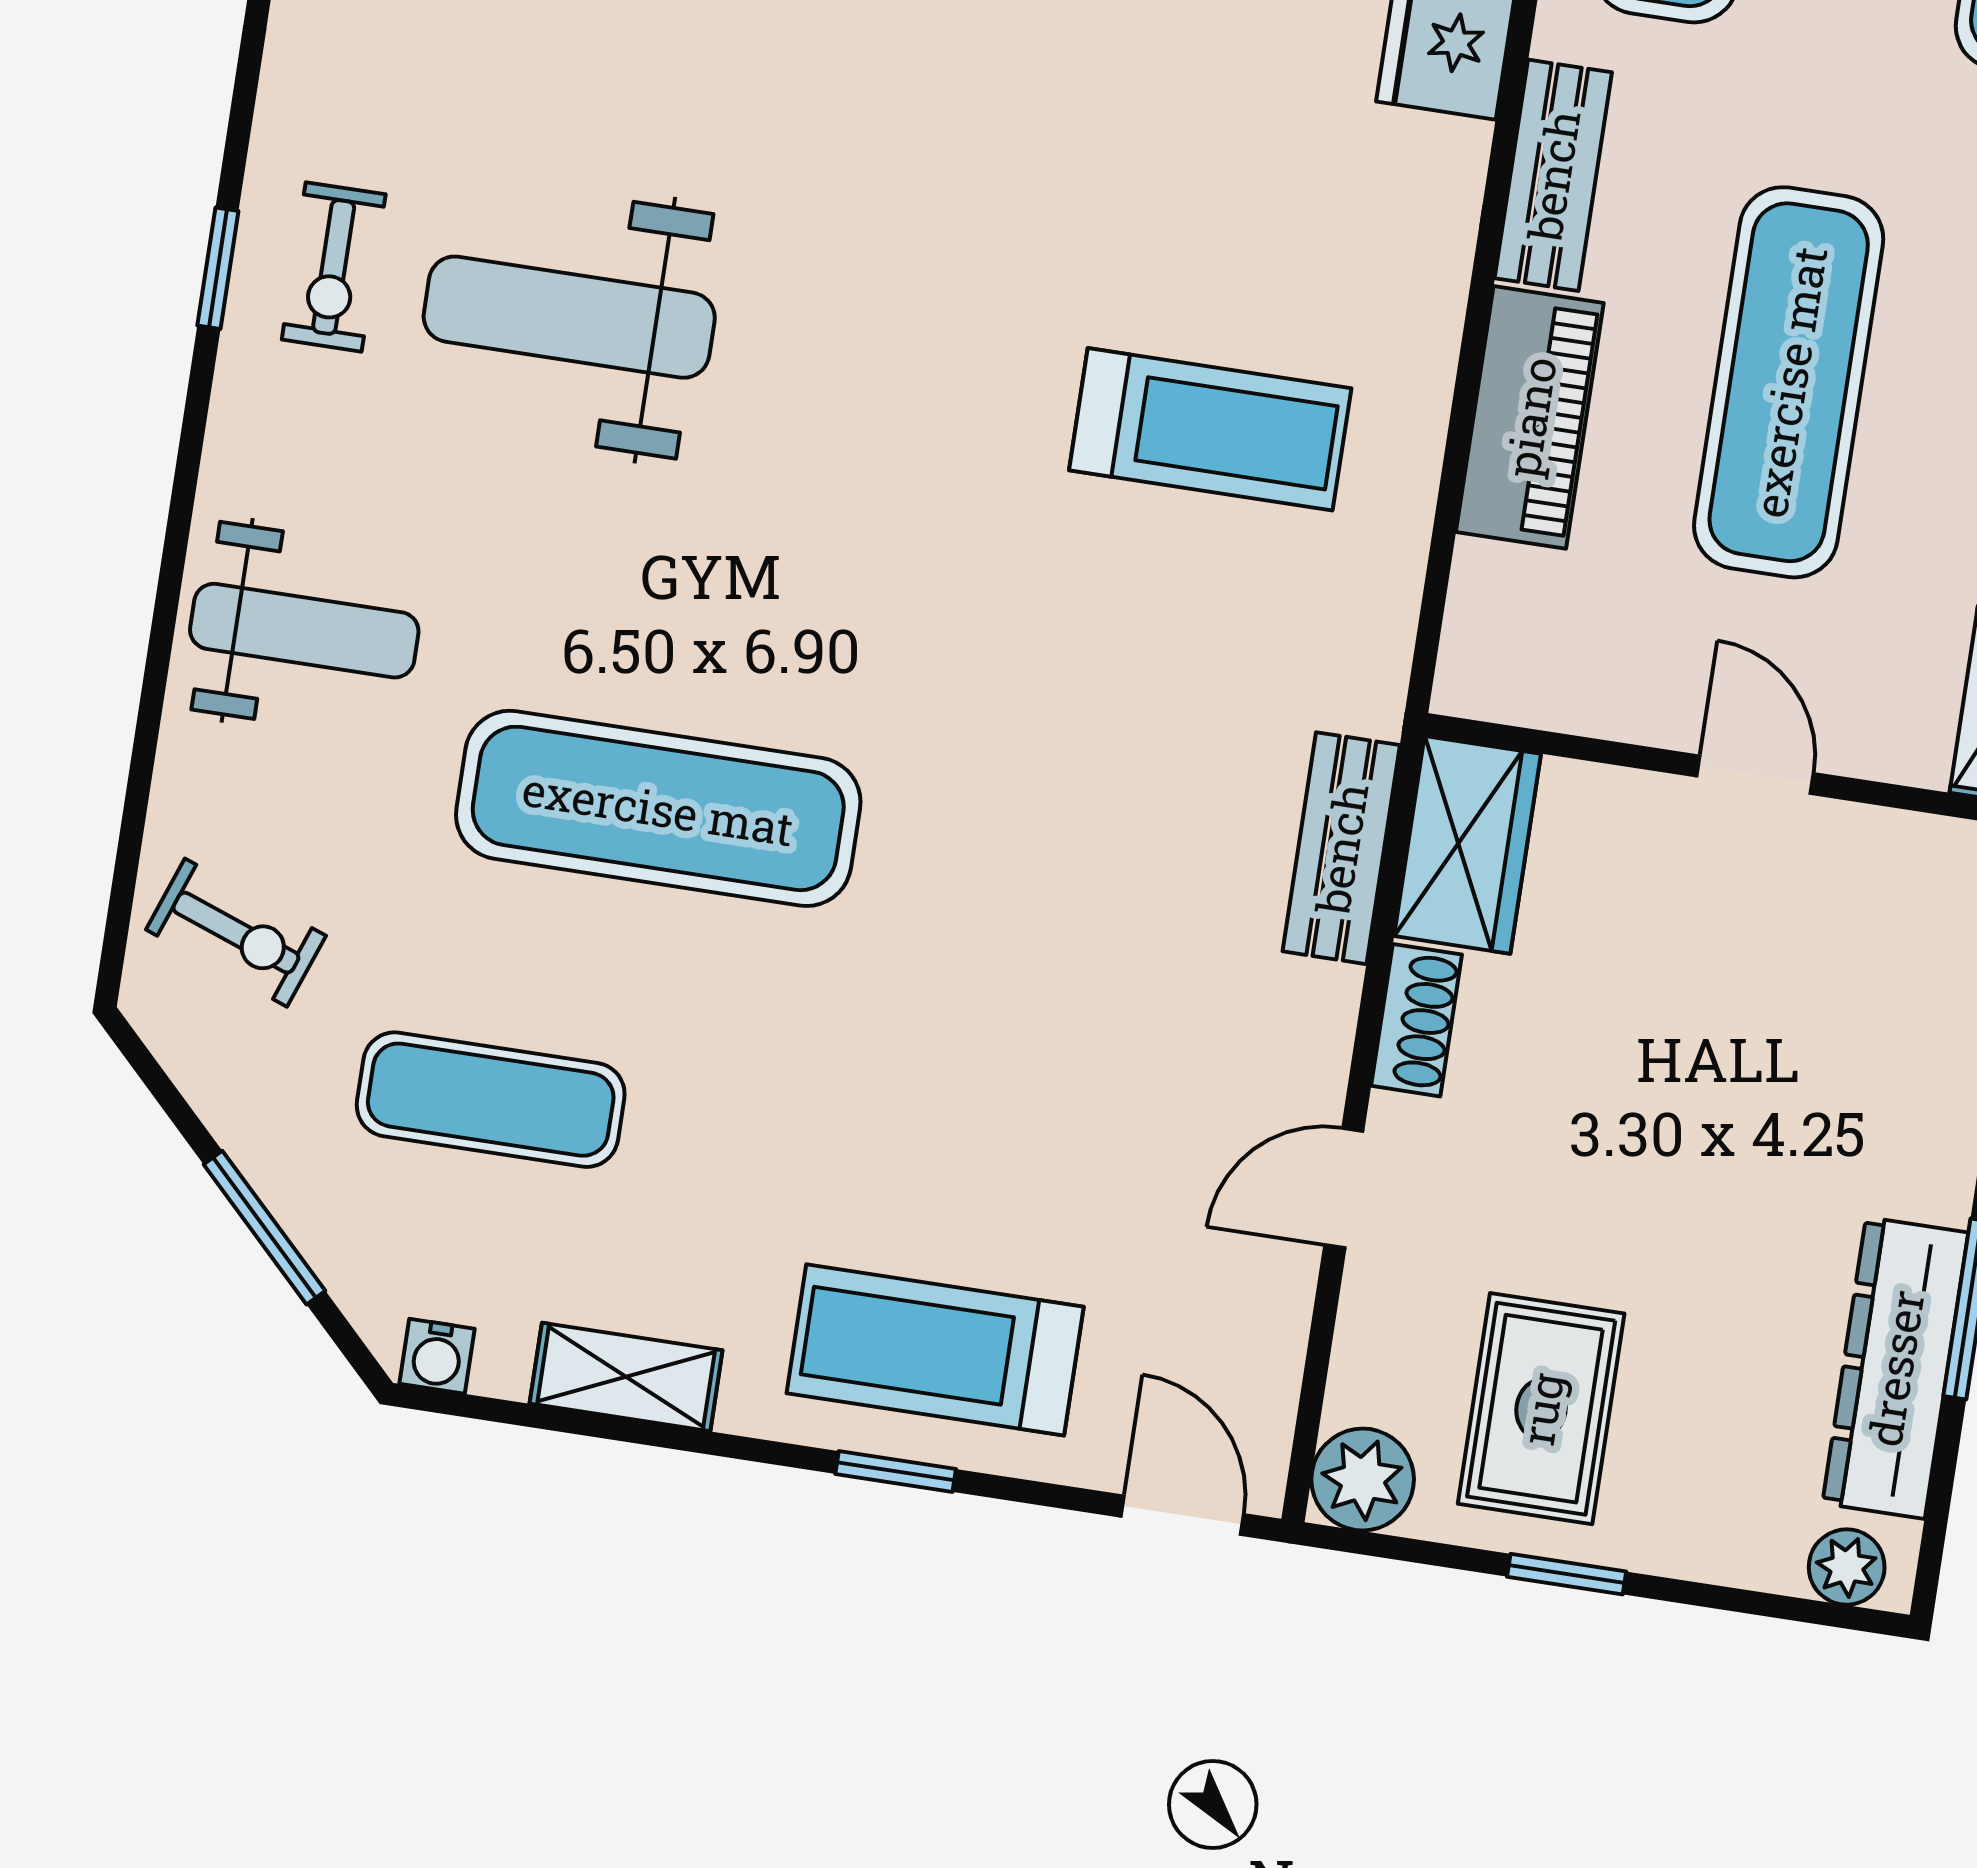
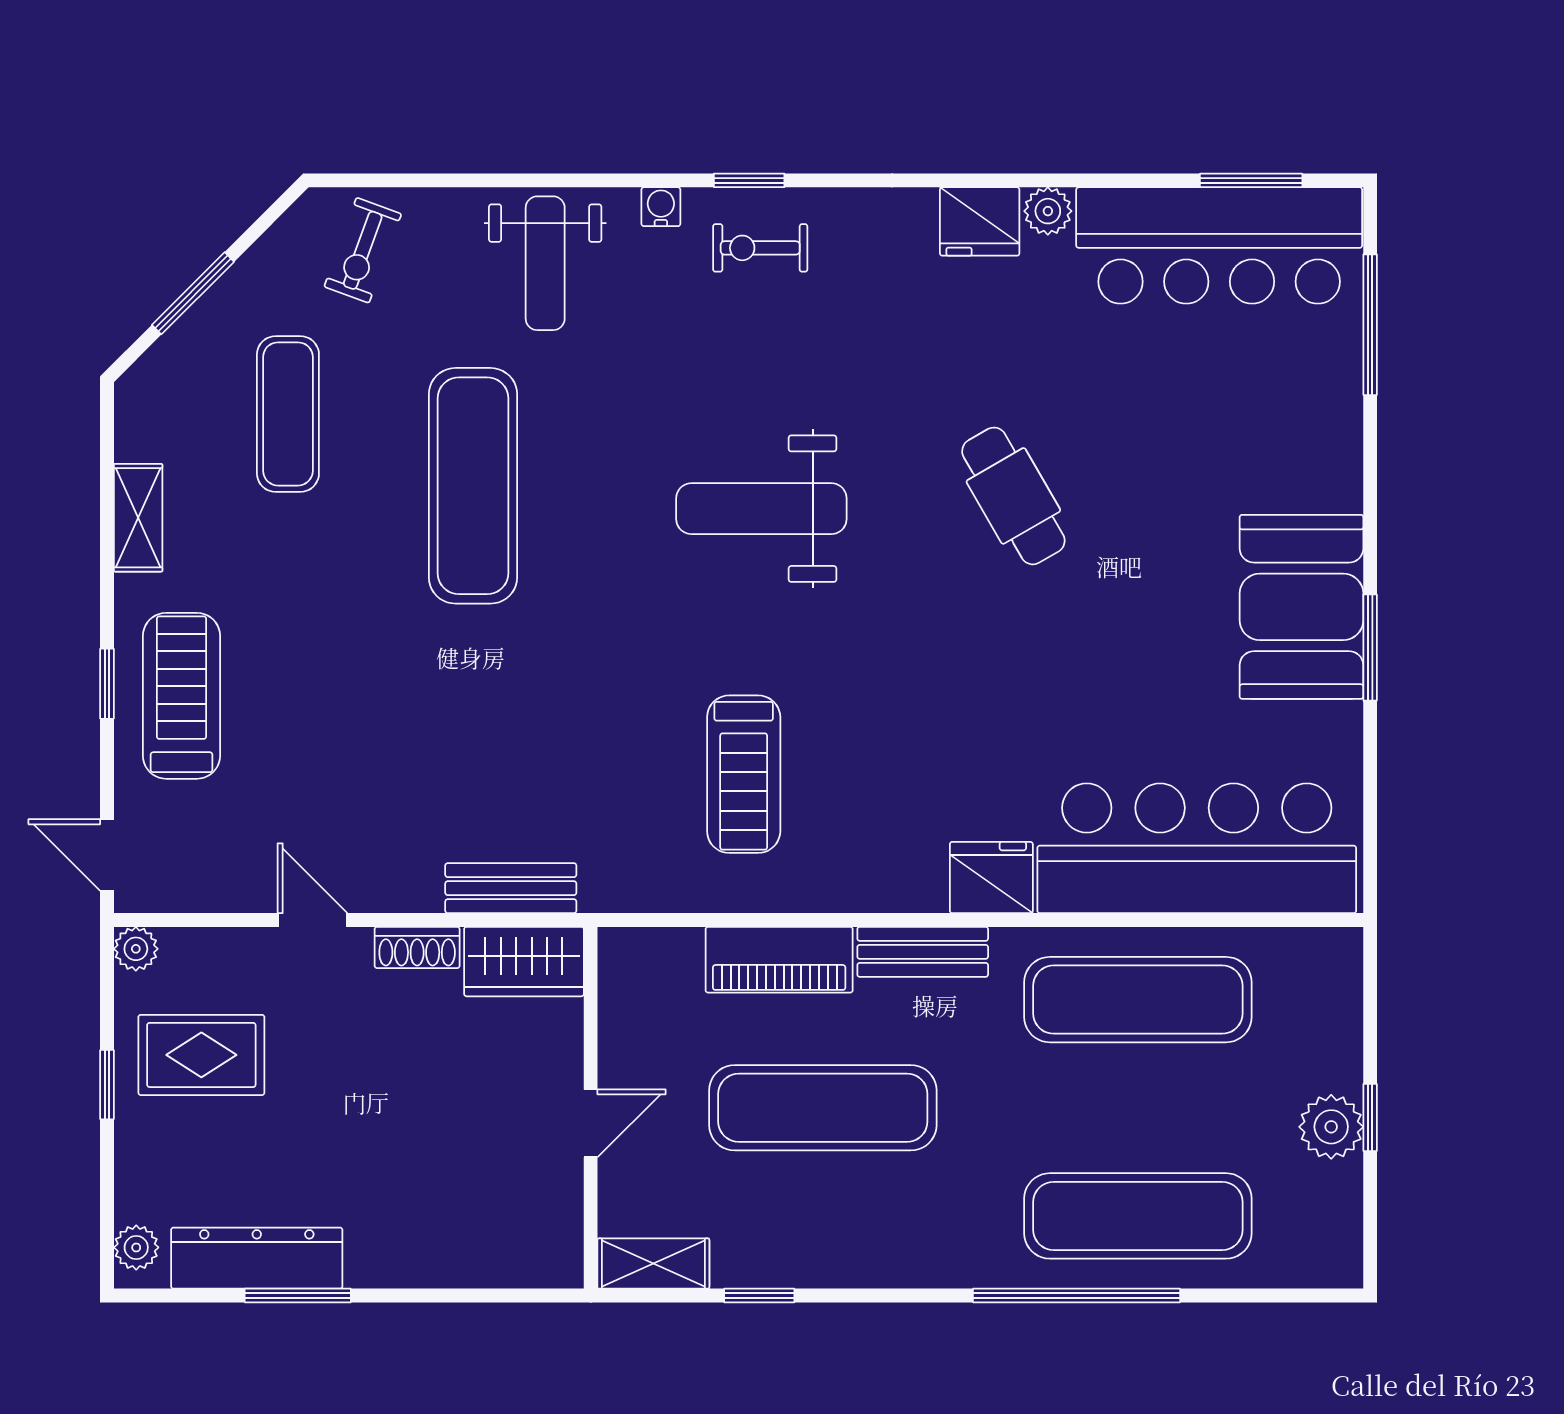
weight bench: (569, 317) -> (761, 509), moved, turned -90
water cooler: (437, 1356) -> (661, 207), moved, turned 90
plant: (1363, 1479) -> (136, 949), width x0.73, depth x0.73
door: (1182, 1515) -> (107, 855), swing flipped

